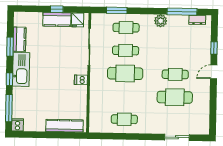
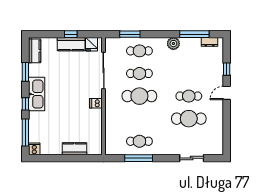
kitchen counter: (20, 39) -> (35, 51), moved
kitchen counter: (64, 126) -> (74, 149), width x0.67
window: (123, 136) -> (139, 158), added

